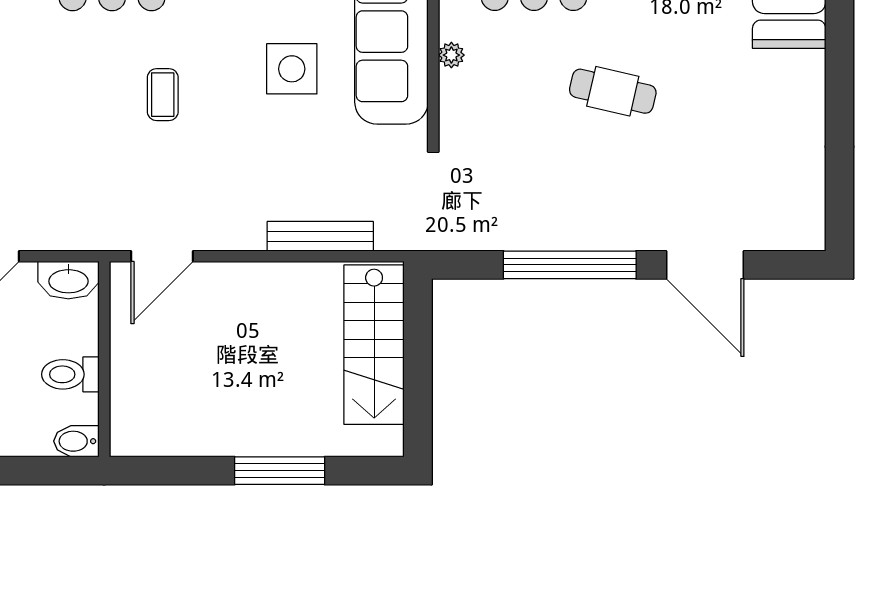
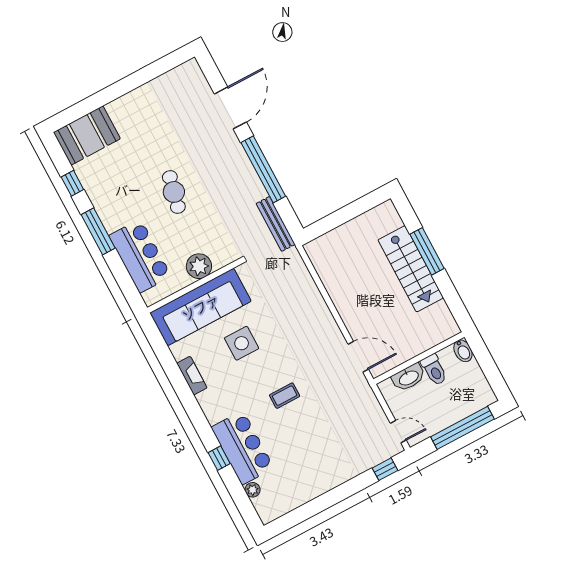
plant: (451, 55) -> (199, 266), width x1.88, depth x1.88
bench: (320, 236) -> (276, 224), moved
washbasin: (68, 280) -> (409, 377), moved, turned 90
stairs: (374, 345) -> (411, 269), moved, turned 90

